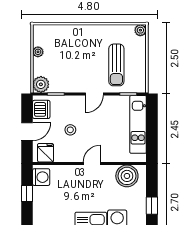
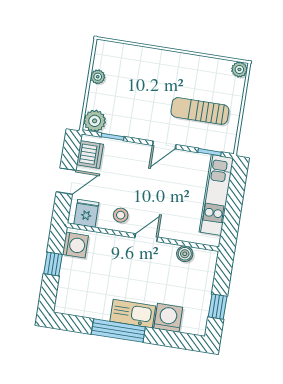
sun lounger: (116, 65) -> (200, 111), turned 90
stool: (70, 130) -> (121, 215), moved
boiler: (127, 176) -> (185, 254), width x0.54, depth x0.54

